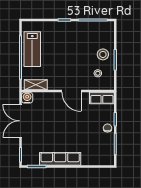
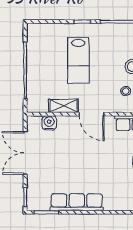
lab bench: (32, 49) -> (78, 60), moved
shelving: (36, 85) -> (64, 106), moved
water cooler: (27, 98) -> (49, 123), moved

